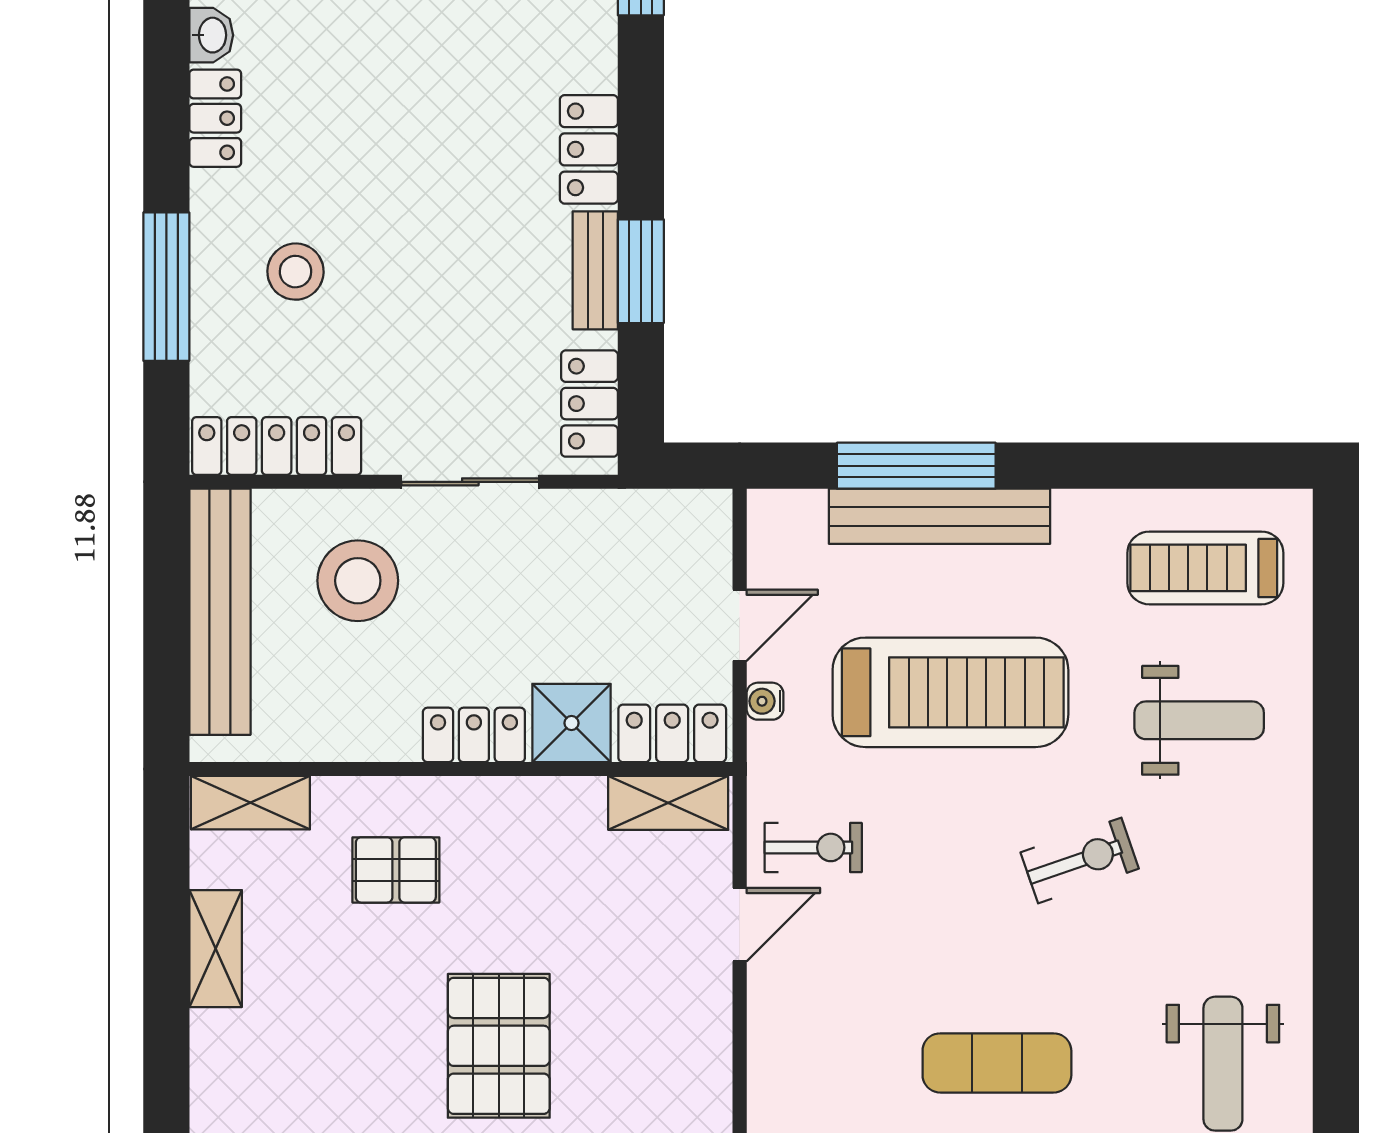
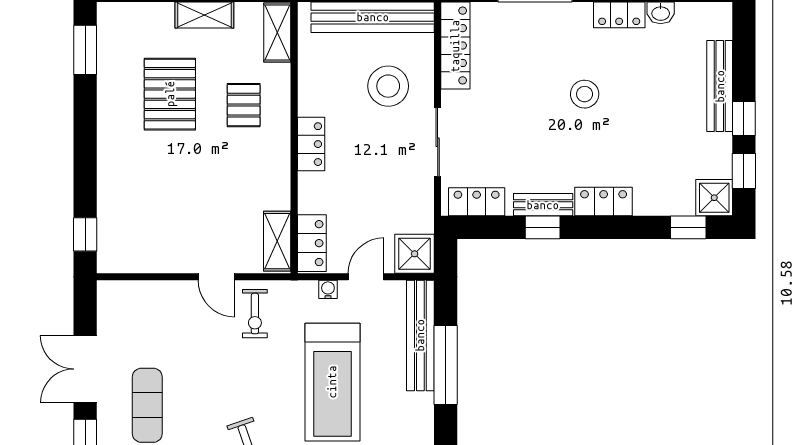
window: (641, 271) -> (543, 227), width x0.67
stool: (295, 272) -> (585, 94), moved
bench: (939, 516) -> (420, 335), moved
door: (740, 625) -> (366, 277), swing flipped
shower: (572, 723) -> (415, 254), moved
pallet: (499, 1046) -> (170, 94), moved, turned 90

